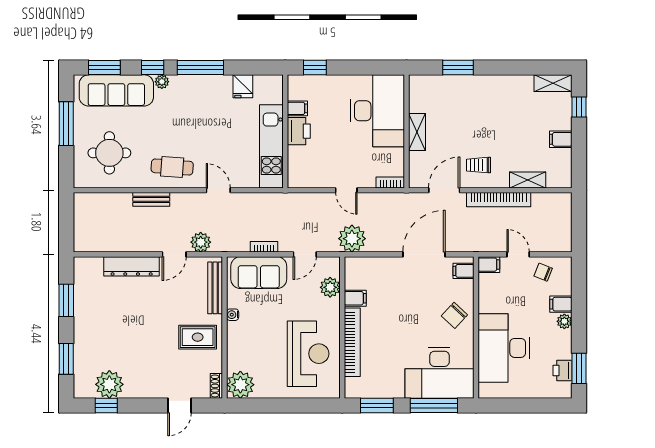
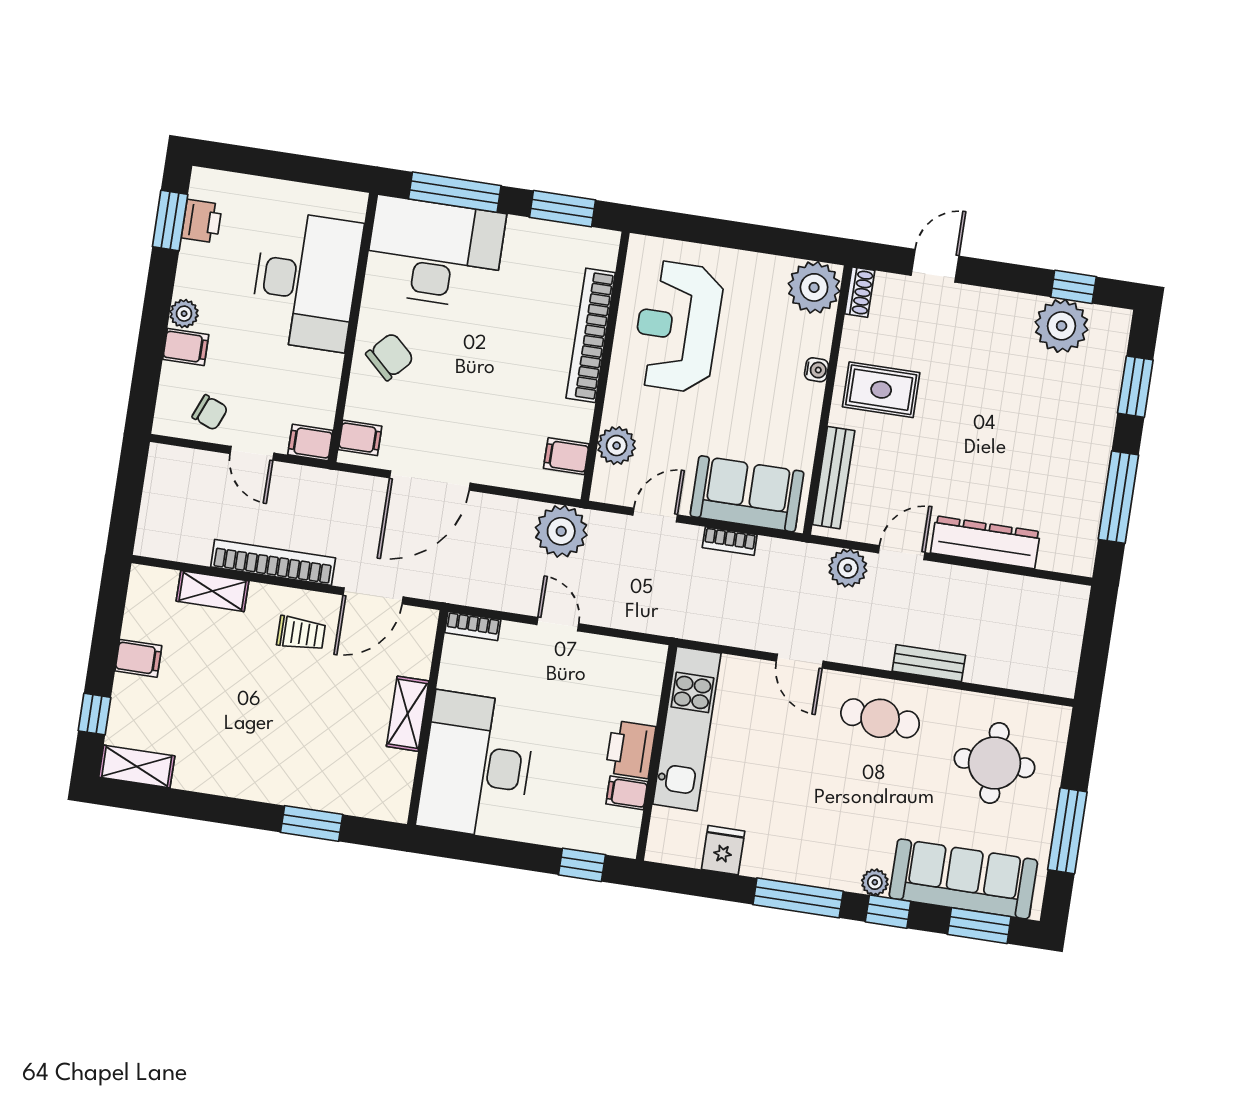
filing cabinet: (355, 298) -> (566, 456), moved
window: (66, 300) -> (1118, 497), width x1.44
water cooler: (233, 315) -> (816, 370), moved

